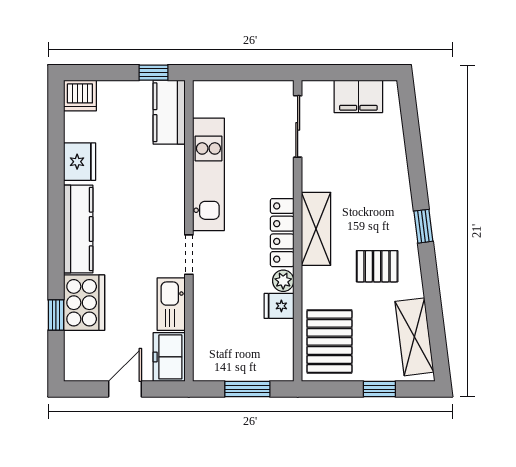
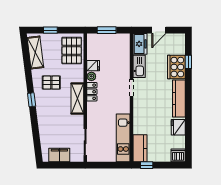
kitchen unit: (208, 174) -> (123, 138), moved
locker: (282, 233) -> (92, 92), width x0.66

